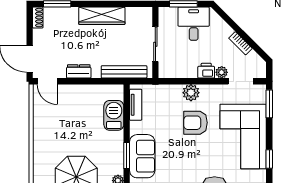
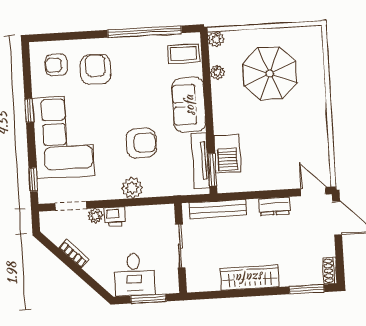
window: (269, 104) -> (33, 180), width x0.67
tv unit: (136, 105) -> (200, 161), width x1.41
armchair: (195, 123) -> (141, 143), moved
window: (127, 156) -> (212, 170), moved

